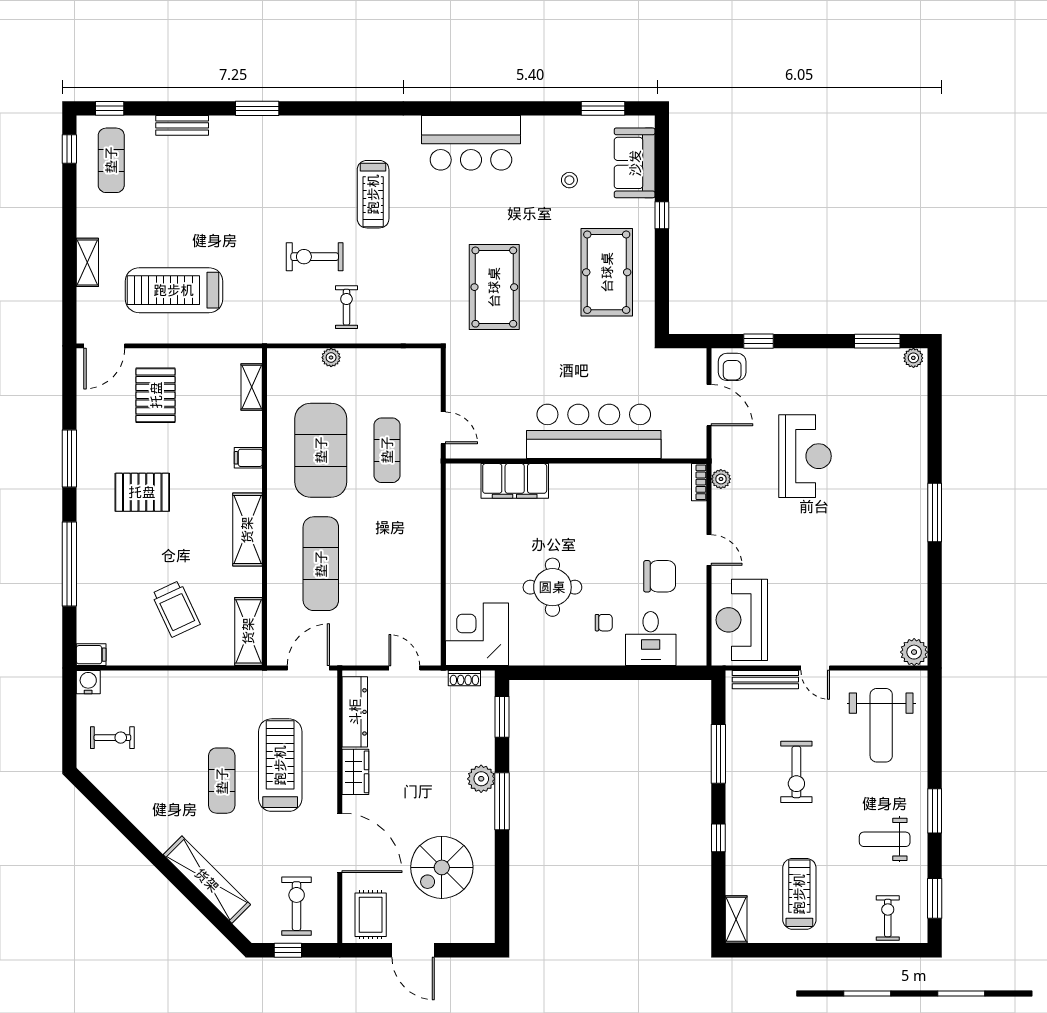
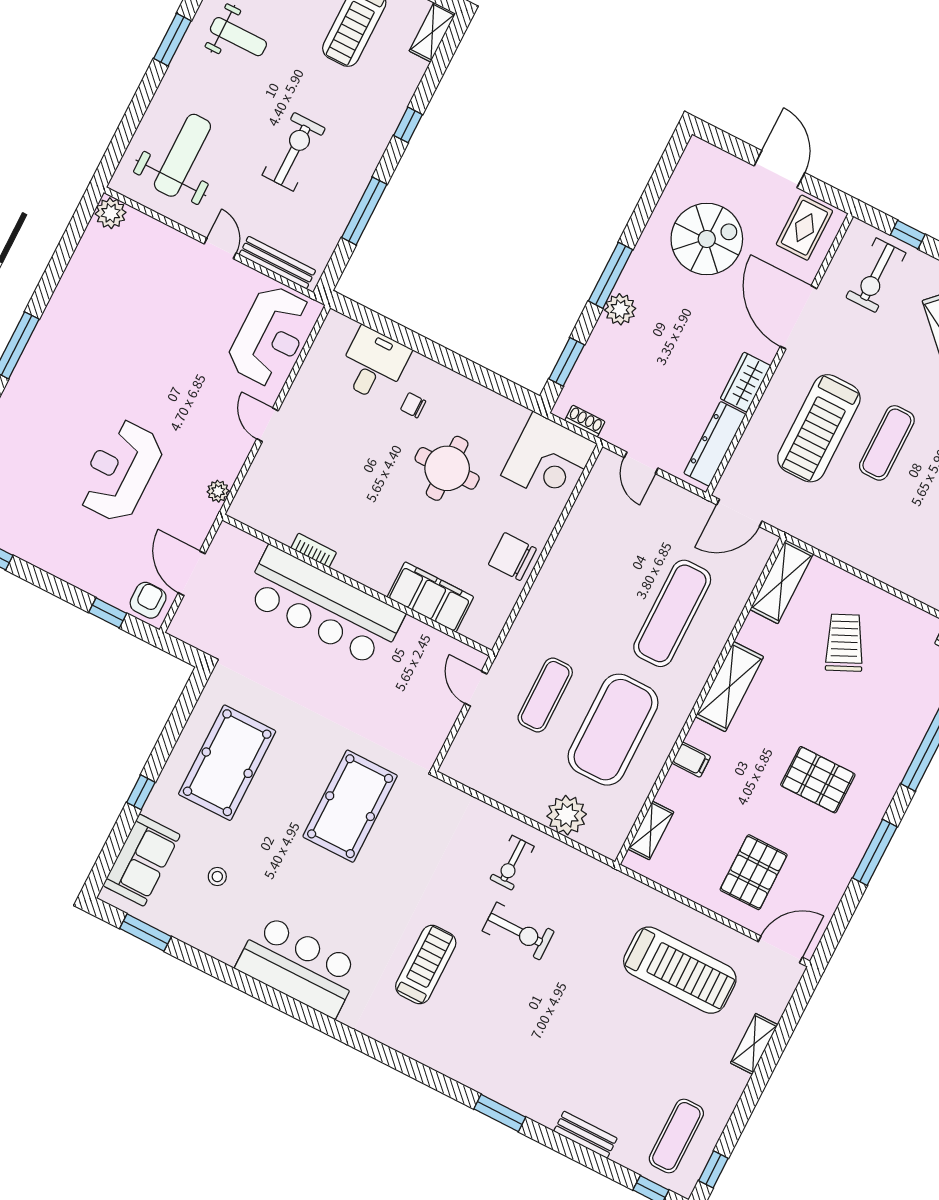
plant: (331, 357) -> (567, 815), width x1.88, depth x1.88
bookcase: (699, 482) -> (314, 550), moved, turned -90
chair: (660, 576) -> (512, 557), moved

